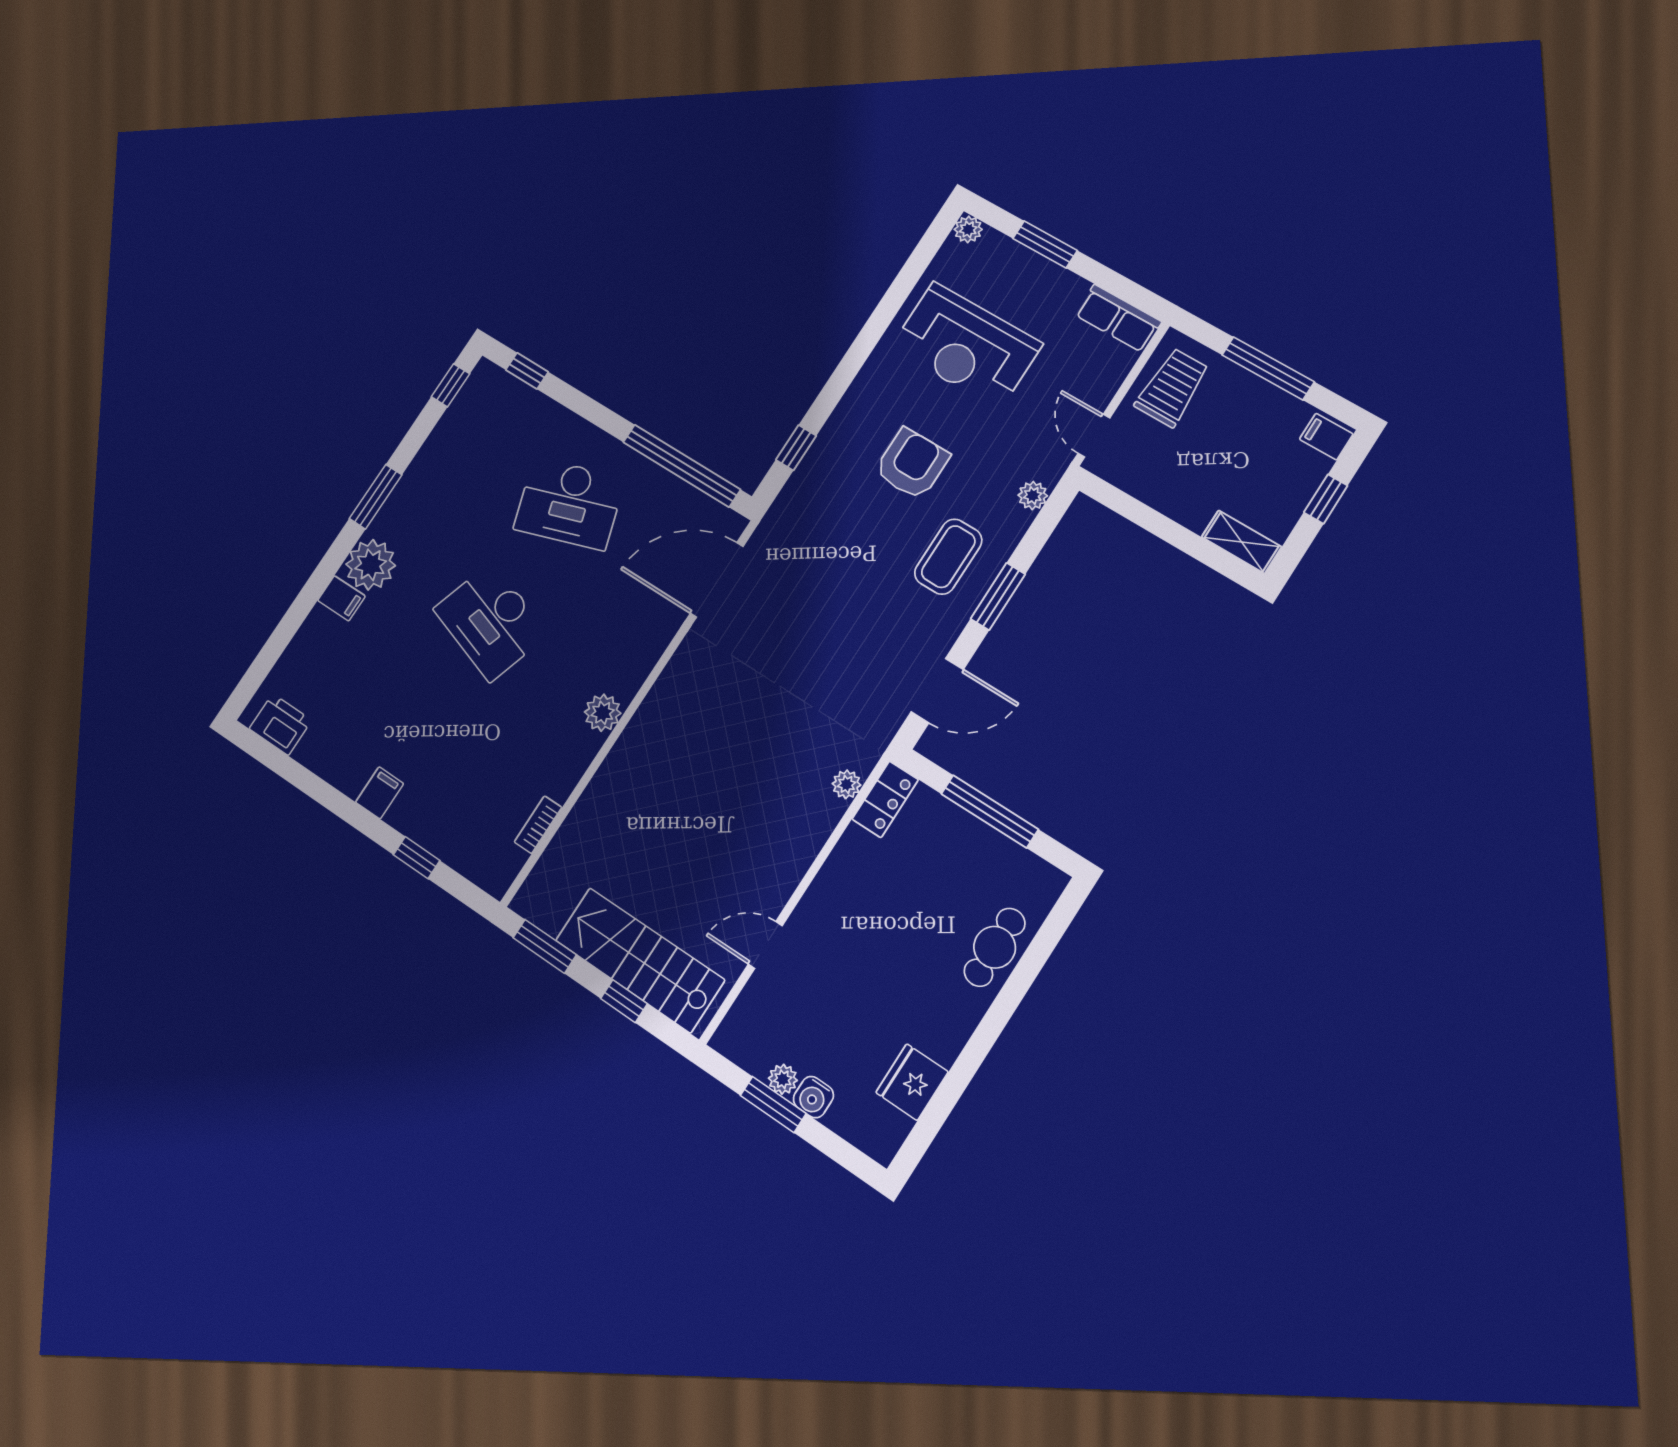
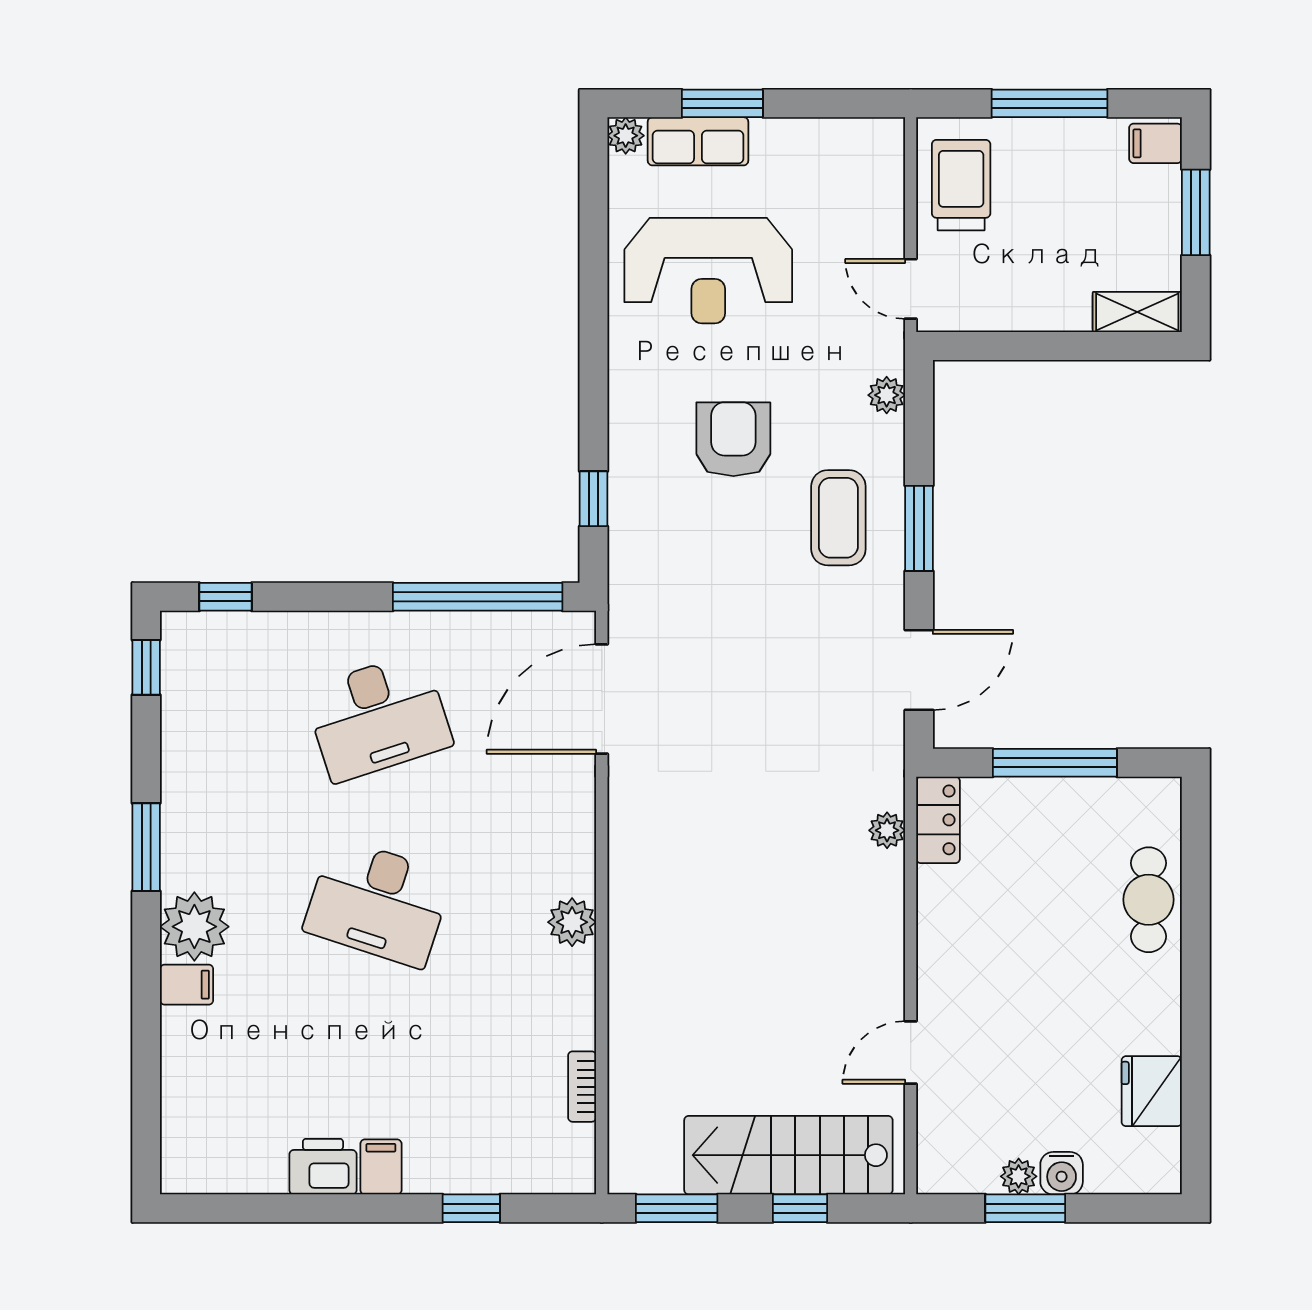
row of seats: (1118, 318) -> (698, 141), moved
window: (1326, 499) -> (1196, 212), width x1.50
printer: (280, 724) -> (323, 1167), moved

